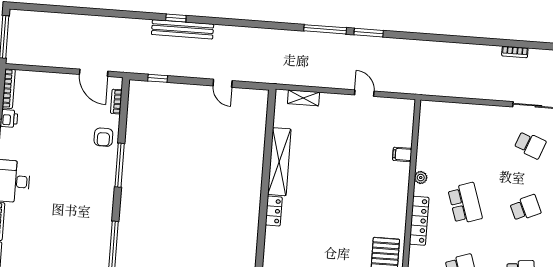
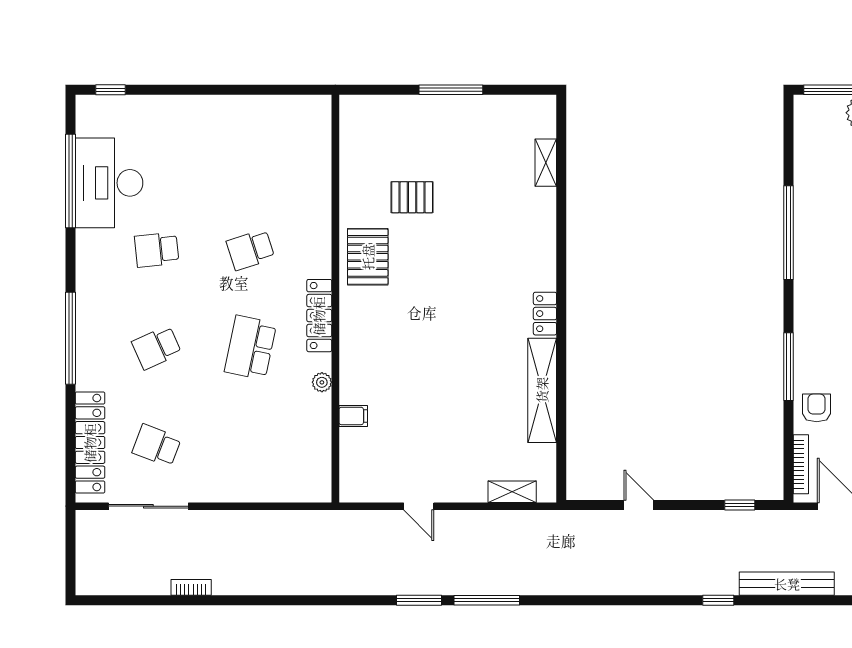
bench: (183, 29) -> (787, 584), moved
bookcase: (116, 102) -> (801, 464), width x1.56
school desk: (465, 203) -> (250, 348), turned 30

